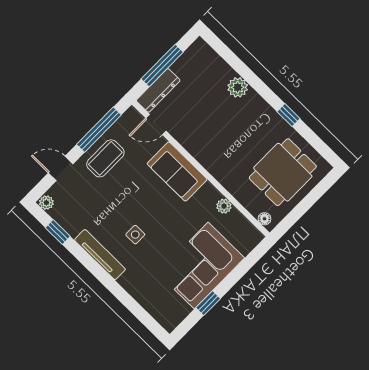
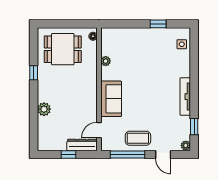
window: (162, 65) -> (68, 154), width x0.46
door: (156, 125) -> (99, 130), swing flipped
side table: (135, 235) -> (182, 44), moved
corner sofa: (201, 266) -> (144, 44), removed

